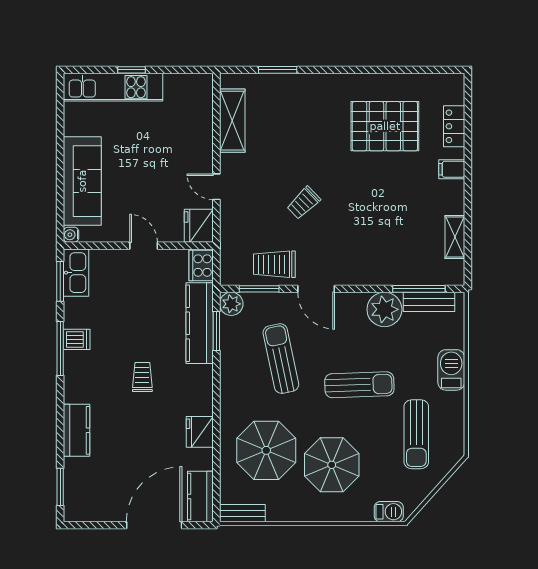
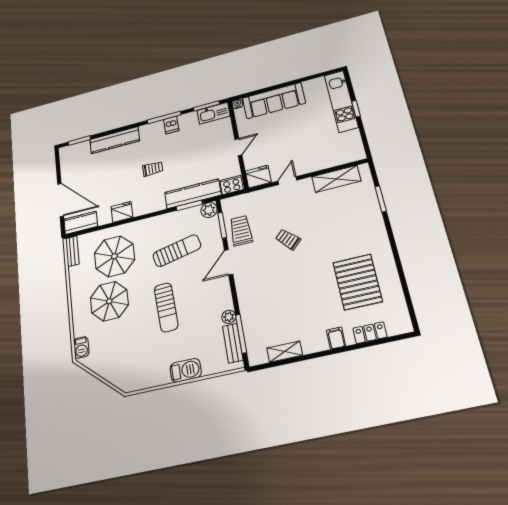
plant: (384, 309) -> (229, 317), width x0.53, depth x0.53
kitchen counter: (76, 430) -> (115, 140), width x1.50
sun lounger: (416, 434) -> (137, 355), removed

